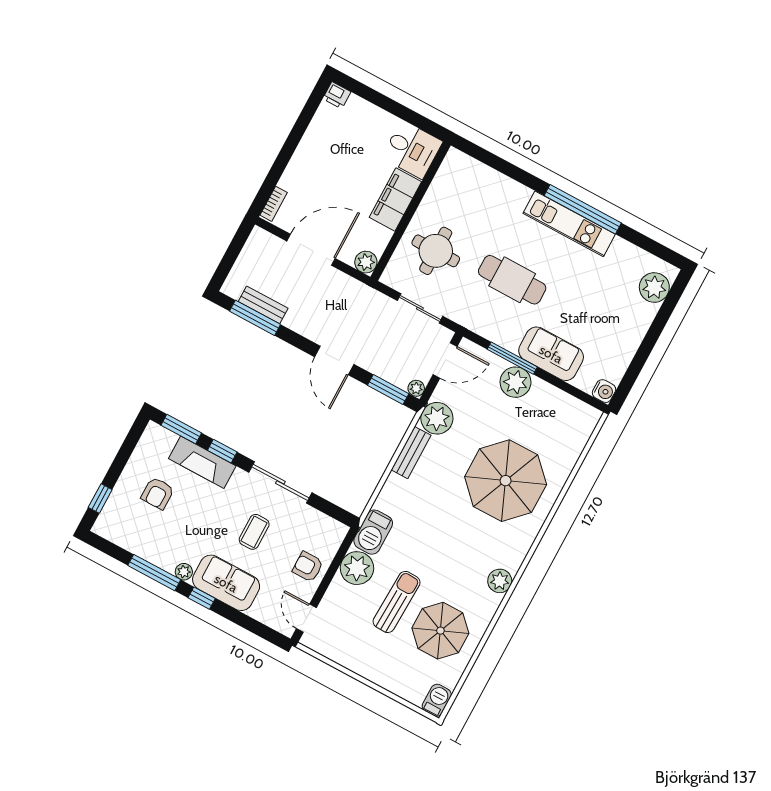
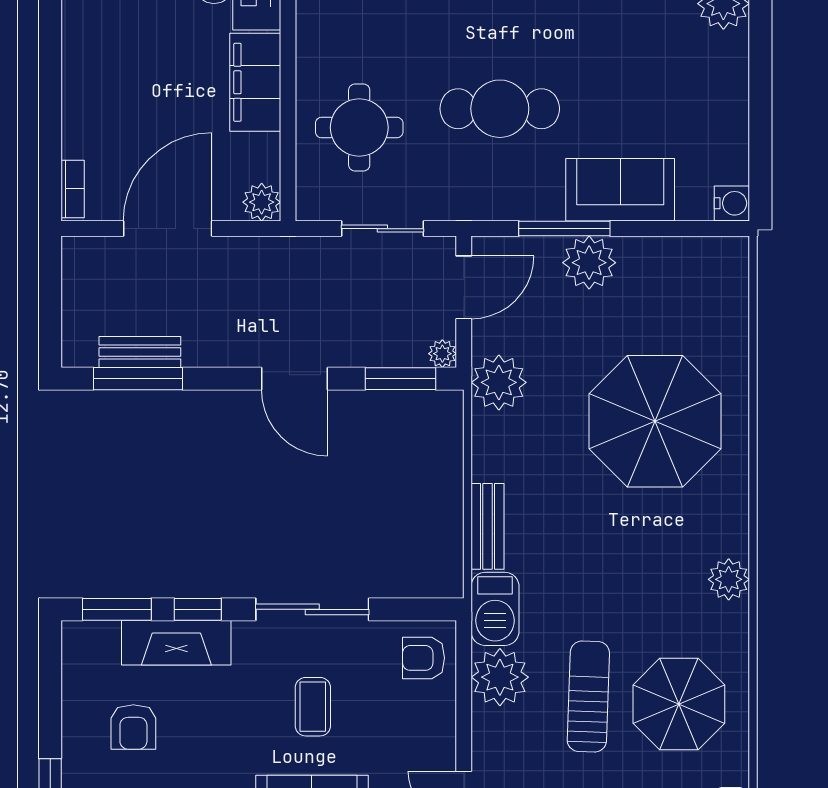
bench: (411, 453) -> (487, 526), moved
armchair: (308, 567) -> (424, 658), moved

